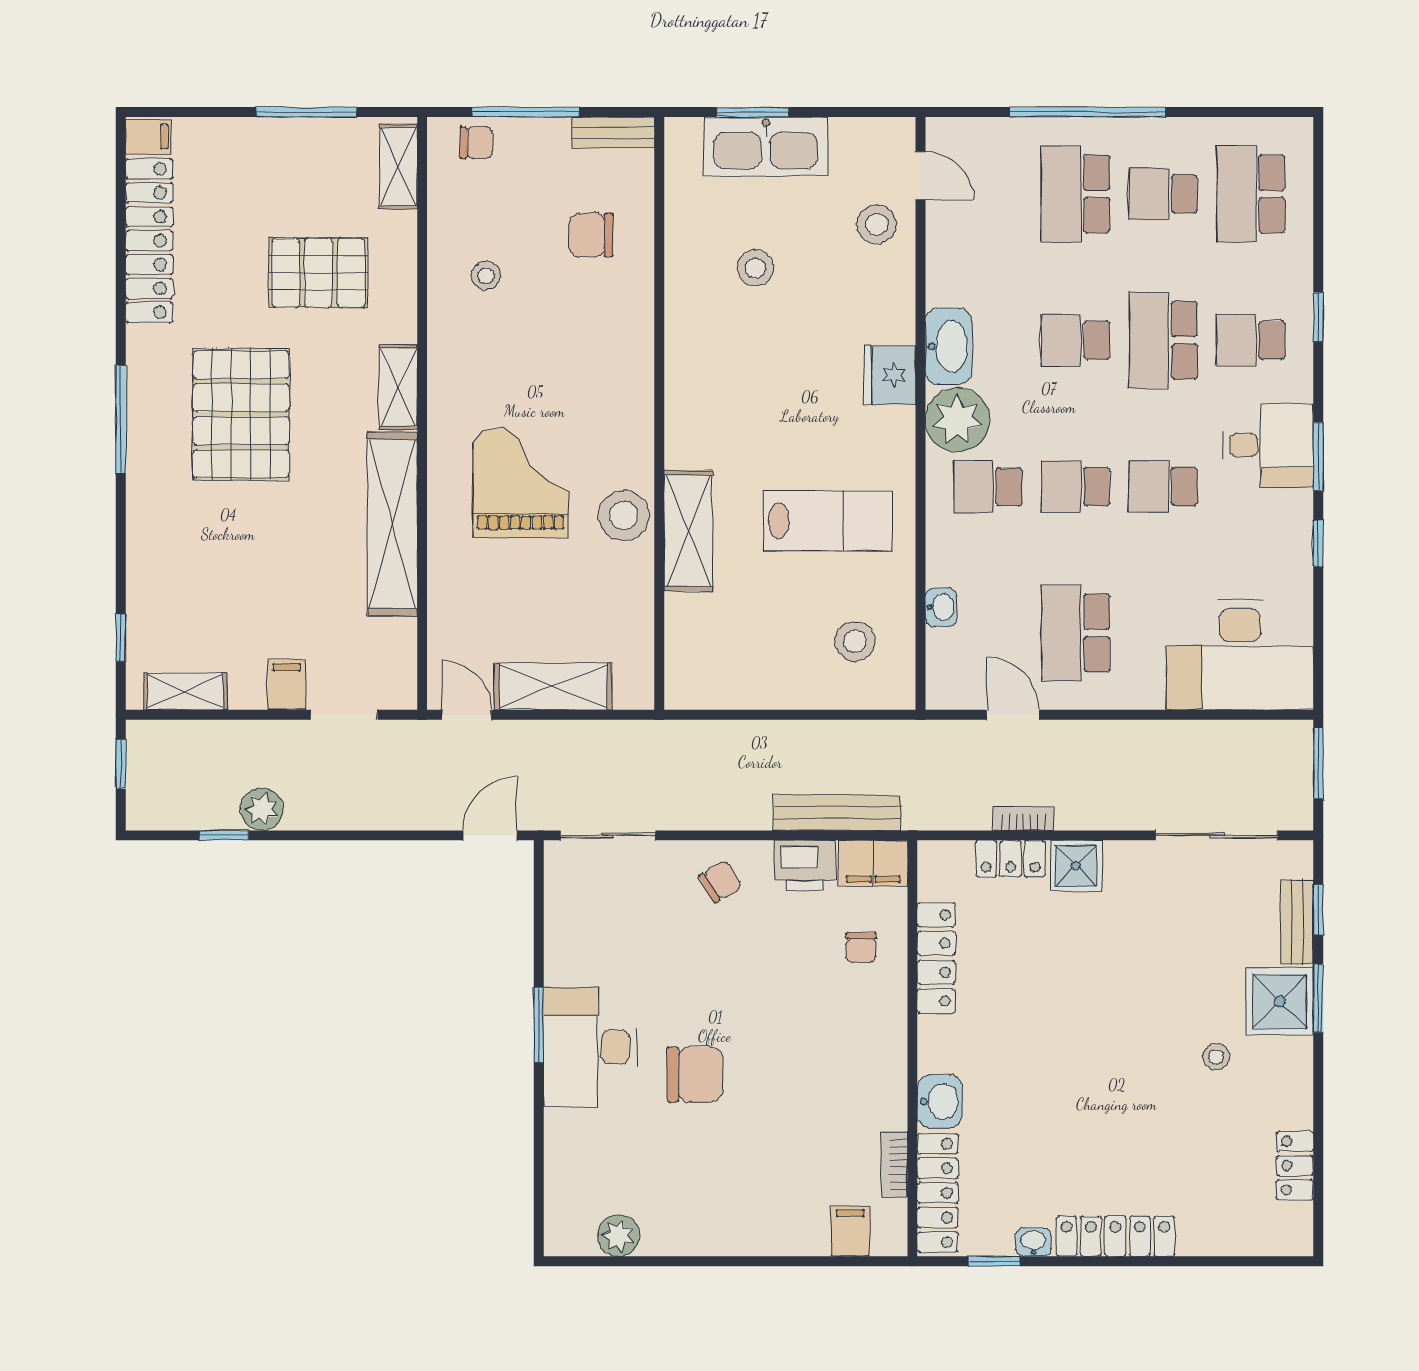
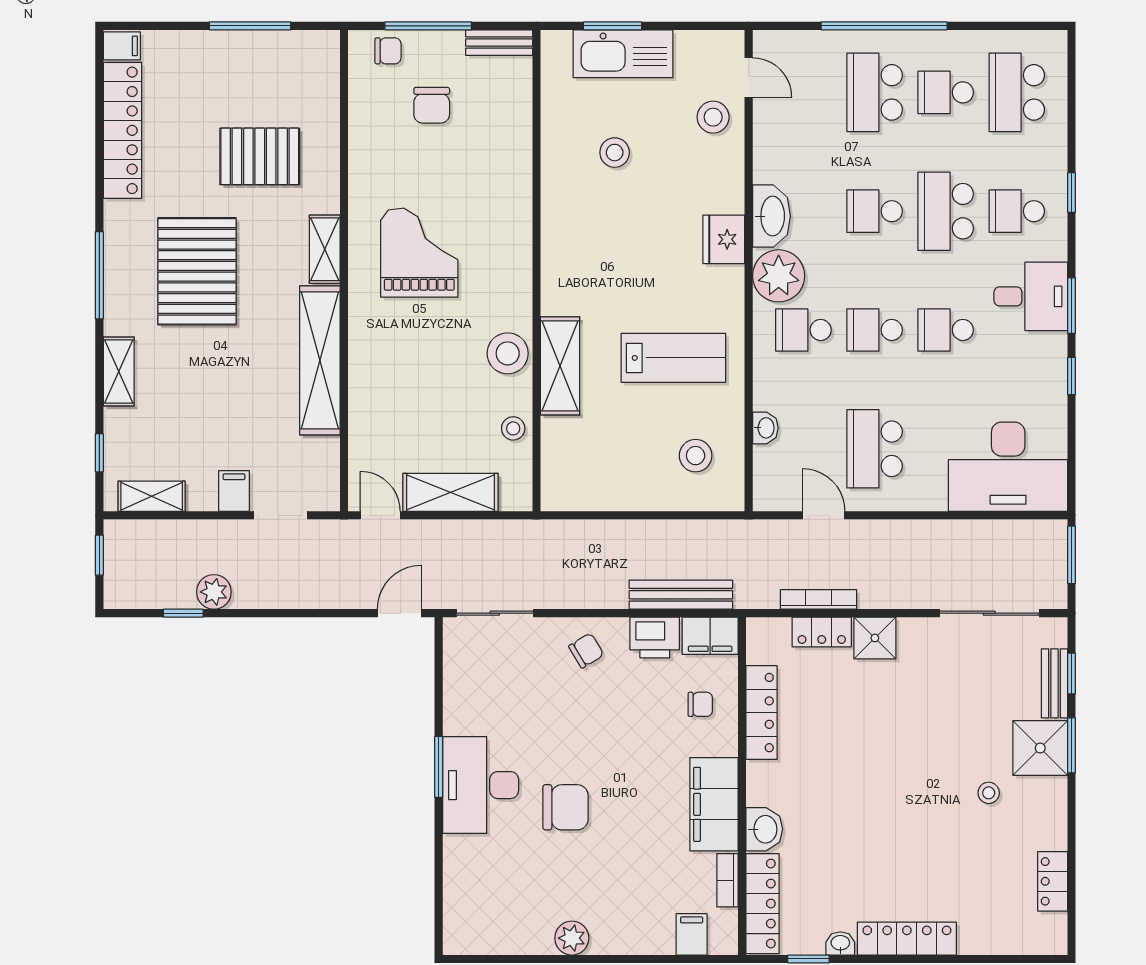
shelving: (398, 167) -> (119, 371), moved
chair: (591, 235) -> (432, 105), moved, turned -90
stool: (486, 276) -> (513, 428), moved
grand piano: (521, 483) -> (419, 253), moved
bookcase: (1024, 818) -> (819, 599), width x1.56
chair: (861, 948) -> (700, 704), turned -90
filing cabinet: (878, 1071) -> (714, 804), added
plant: (619, 1236) -> (572, 938), moved

